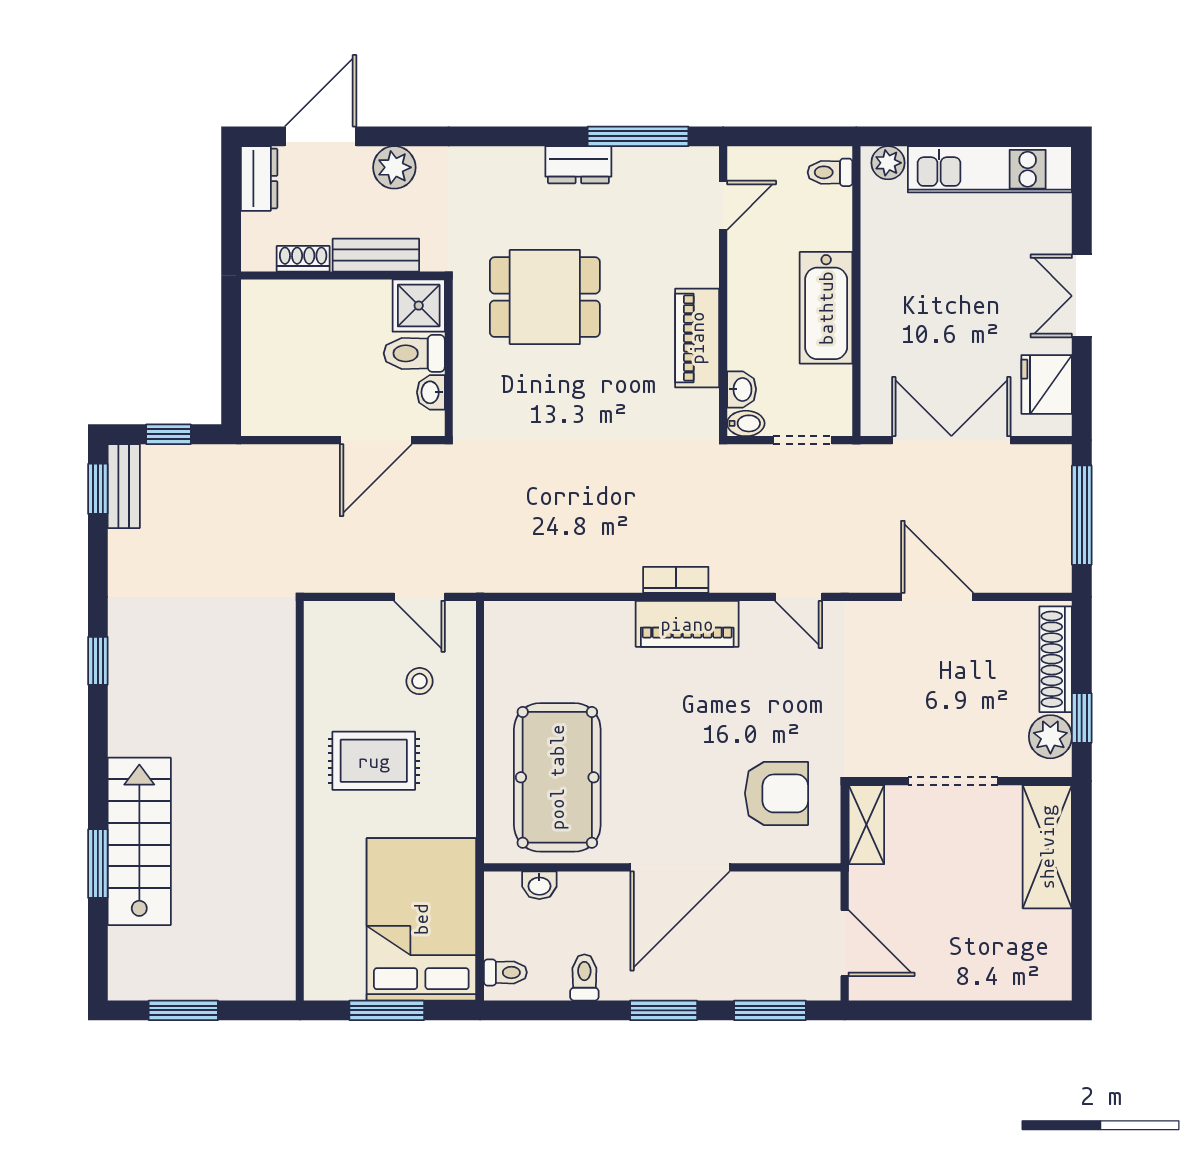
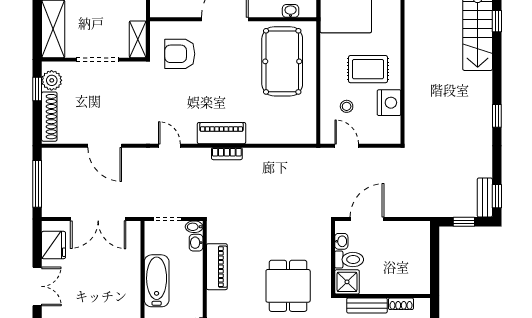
dining table: (545, 297) -> (288, 286), turned 90
nightstand: (329, 689) -> (389, 103), added
window: (98, 864) -> (497, 21), width x0.67

